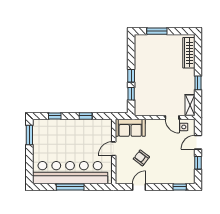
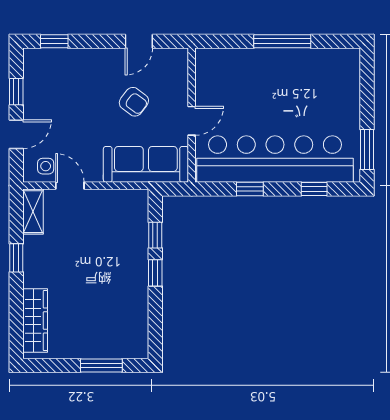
sofa: (130, 128) -> (146, 164), width x1.36
bar counter: (70, 173) -> (275, 159), moved, turned 180

